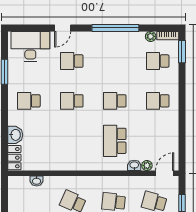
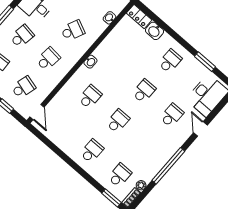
school desk: (115, 141) -> (90, 97), width x0.54
washbasin: (134, 165) -> (90, 62), moved
plant: (147, 165) -> (53, 104), removed

